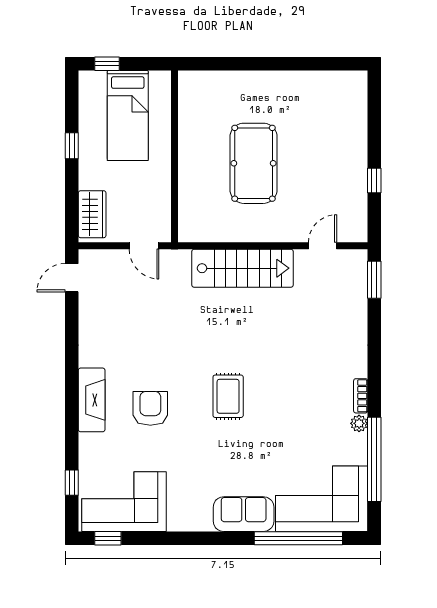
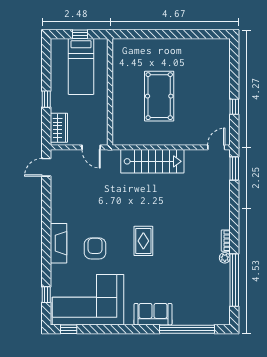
window: (107, 64) -> (80, 34), moved
window: (72, 146) -> (46, 99), moved
door: (323, 246) -> (216, 147), moved
corner sofa: (322, 499) -> (201, 305), removed
corner sofa: (124, 502) -> (88, 300), width x1.36, depth x1.36

